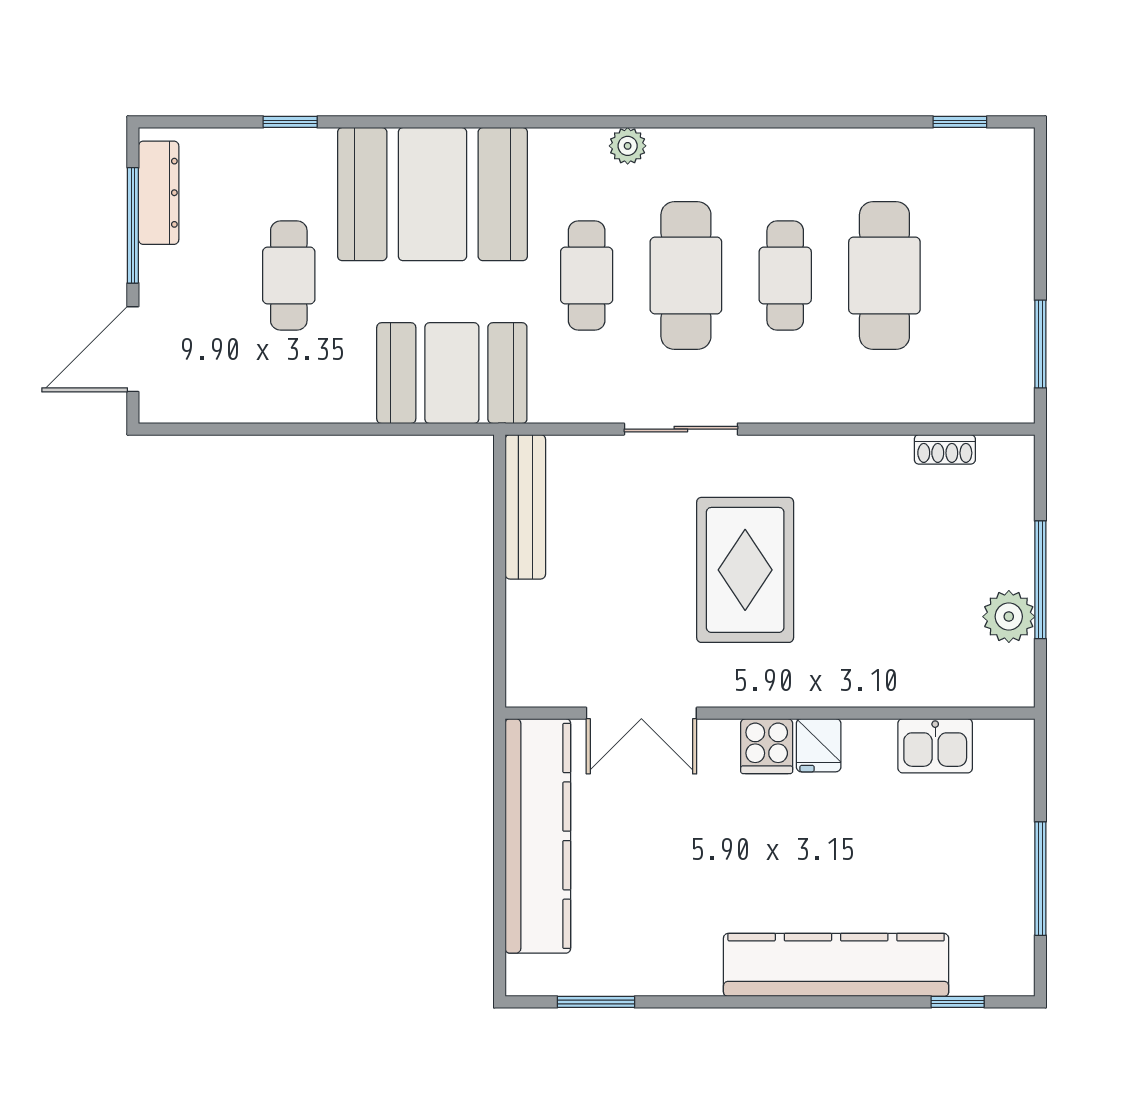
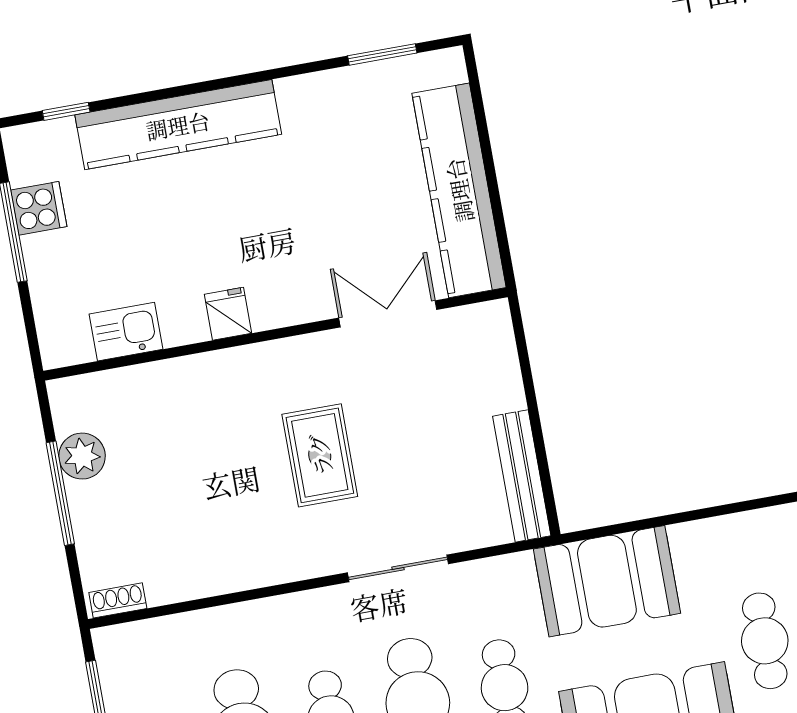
shoe rack: (945, 449) -> (118, 600), moved
rug: (745, 570) -> (320, 455), width x0.73, depth x0.70
cooker: (767, 746) -> (39, 208), moved, turned 90

